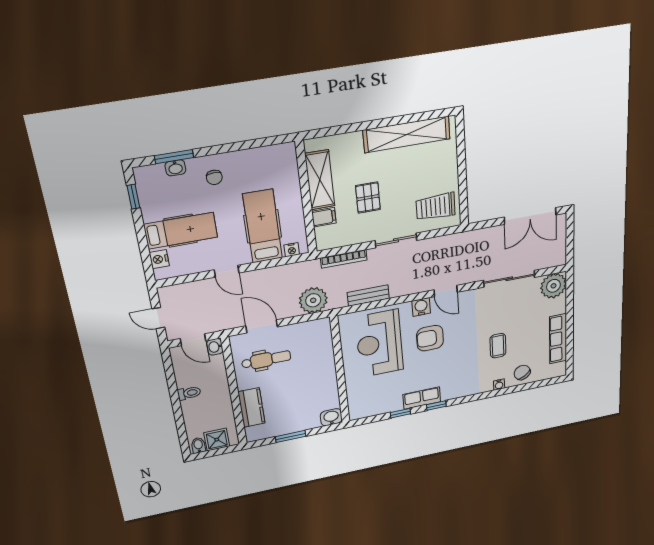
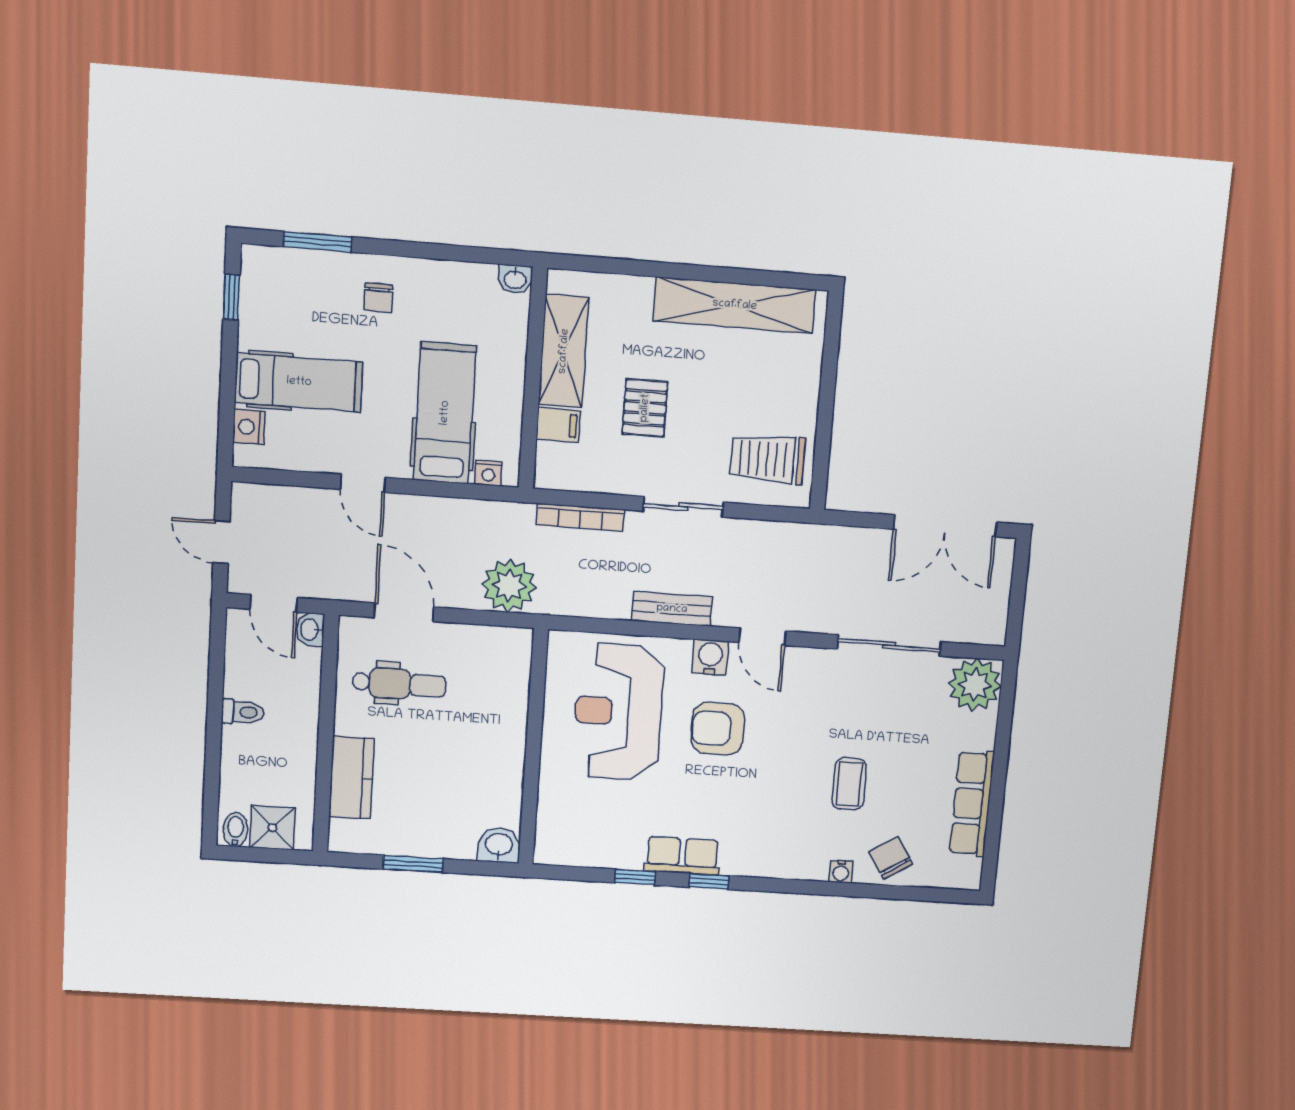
washbasin: (175, 168) -> (515, 279), moved
bench: (368, 295) -> (672, 609), moved

